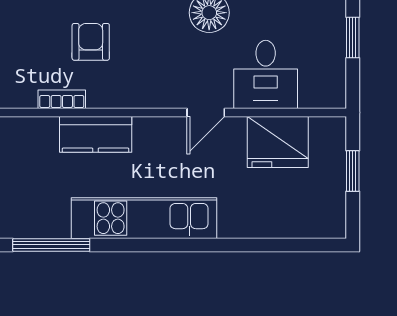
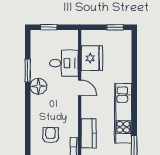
armchair: (91, 42) -> (50, 135), turned 90
window: (353, 171) -> (115, 27), moved

